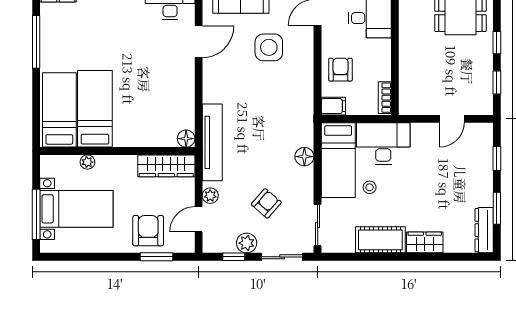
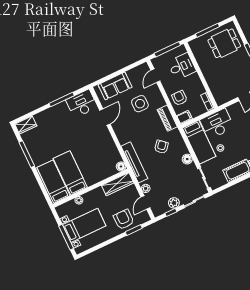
piano: (304, 94) -> (167, 118), added
floor lamp: (304, 157) -> (187, 159), moved
armchair: (266, 203) -> (161, 147), moved

